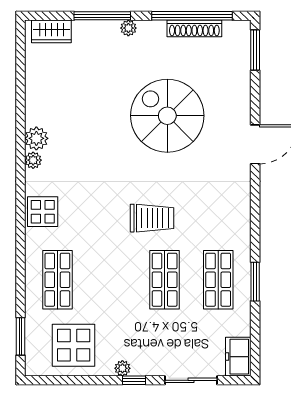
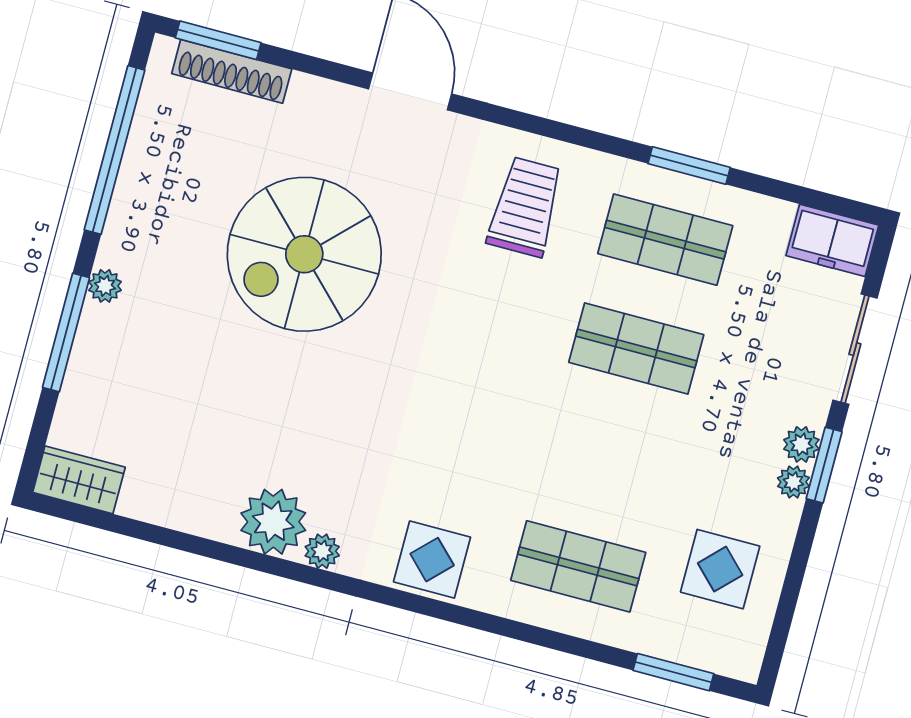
shoe rack: (194, 28) -> (232, 71), moved, turned 90
wardrobe: (51, 31) -> (79, 480), moved, turned -90
plant: (36, 138) -> (273, 522), width x1.36, depth x1.36
trolley: (152, 218) -> (525, 207), moved
display table: (74, 345) -> (720, 569), width x0.73, depth x0.73
plant: (141, 367) -> (801, 444), added
window: (134, 380) -> (824, 465), width x1.50

